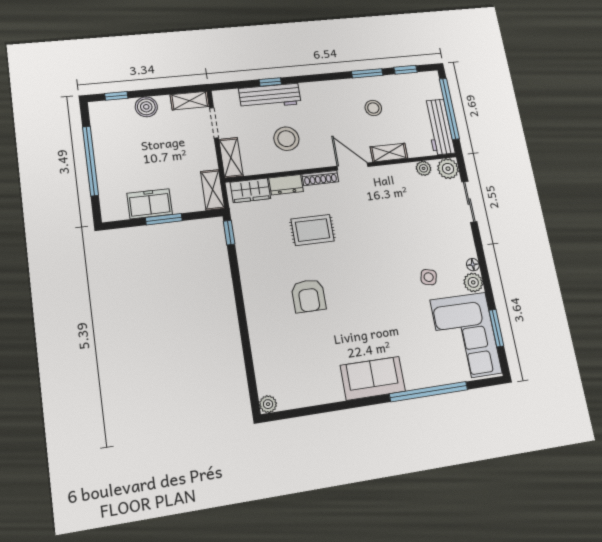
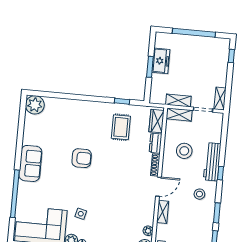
window: (270, 82) -> (221, 173), moved
workbench: (270, 96) -> (212, 162), moved
boiler: (146, 107) -> (221, 72), removed
stool: (373, 108) -> (199, 194), moved
shelving: (213, 190) -> (178, 100), moved
rug: (313, 230) -> (121, 127), moved
window: (229, 233) -> (122, 101), moved
armchair: (309, 296) -> (82, 158), moved, turned 180
plant: (268, 404) -> (35, 105), width x1.88, depth x1.88

